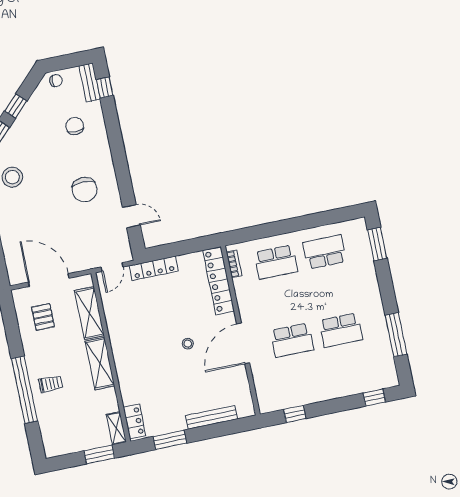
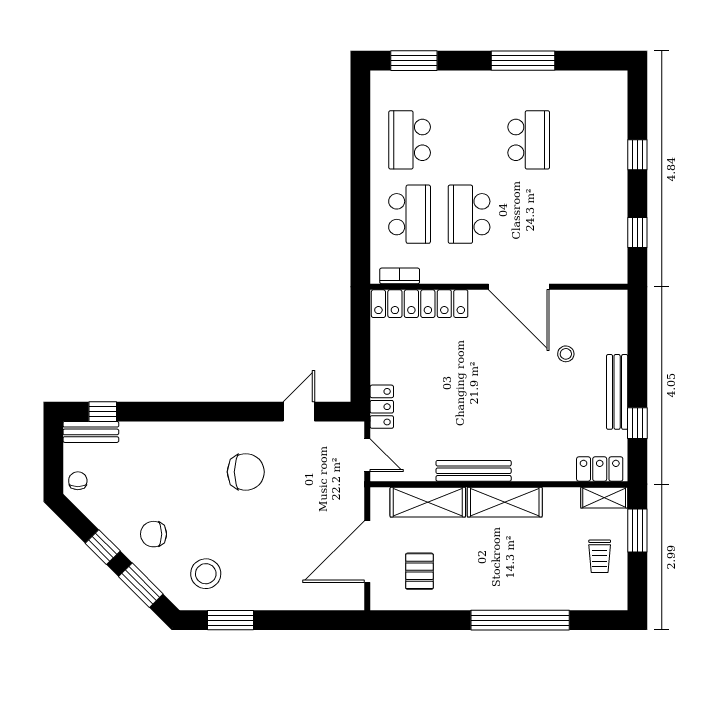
chair: (75, 126) -> (154, 534), moved
locker: (154, 268) -> (382, 407), width x0.66
pallet: (43, 317) -> (419, 571), turned 90
window: (396, 335) -> (523, 61), moved
bench: (116, 339) -> (474, 471), added
school desk: (292, 340) -> (469, 214), moved, turned 180
stool: (188, 344) -> (566, 354), moved
trolley: (51, 384) -> (600, 556), moved, turned 180
window: (374, 398) -> (637, 155), moved
bench: (212, 417) -> (617, 392), moved
window: (170, 440) -> (637, 423), width x0.67

